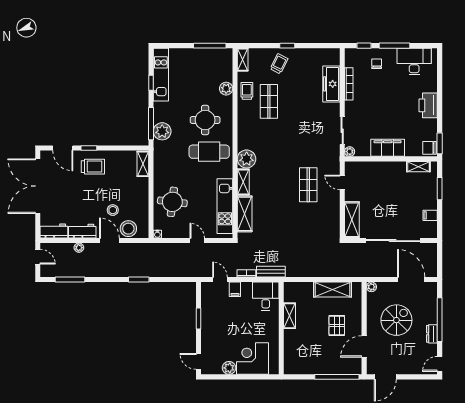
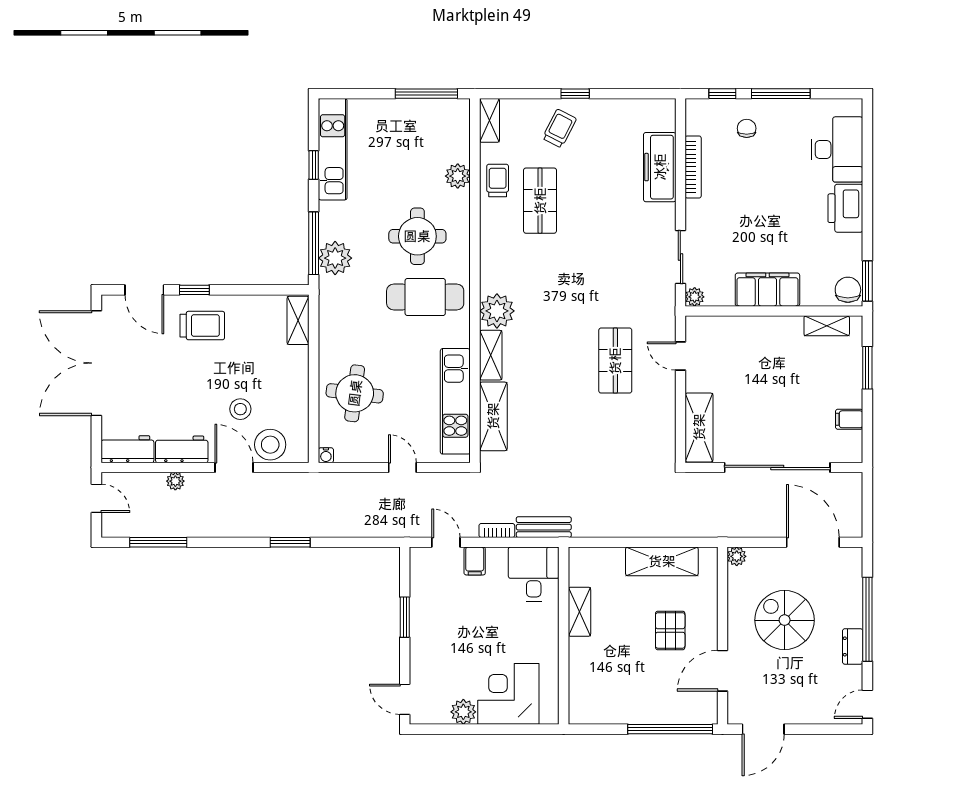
desk: (414, 61) -> (837, 149), moved, turned 90
chair: (429, 148) -> (848, 290), turned 90
spiral stairs: (396, 320) -> (785, 620), turned -90

